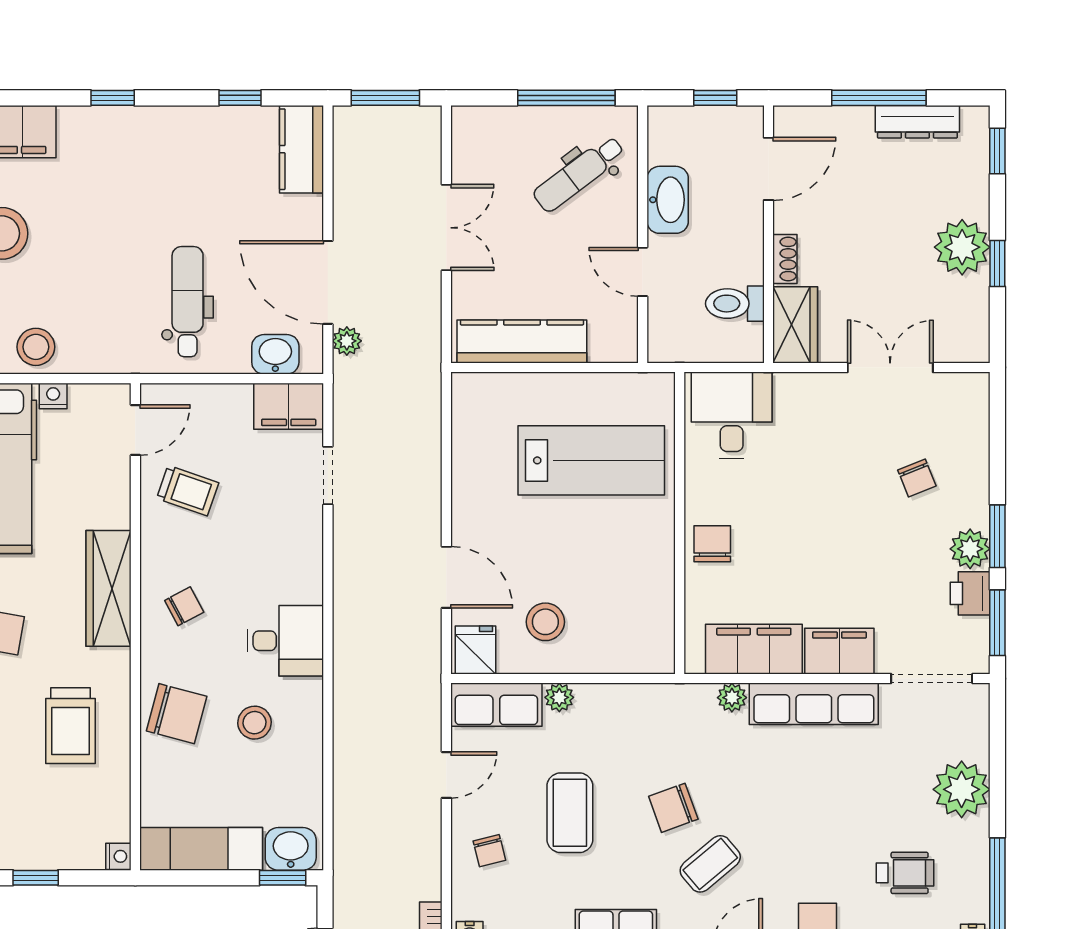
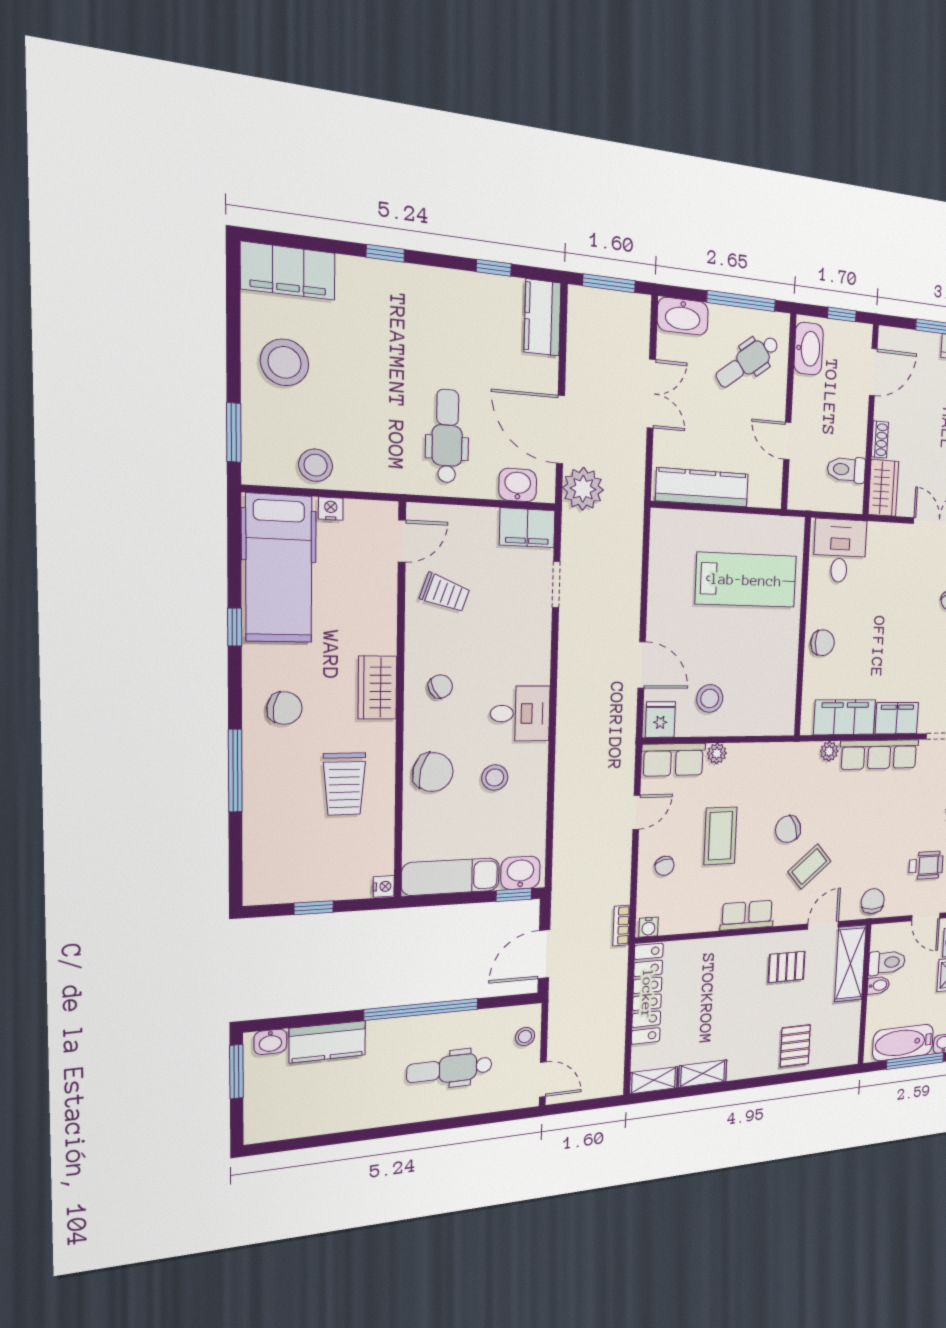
washbasin: (485, 126) -> (683, 316), added
washbasin: (668, 200) -> (809, 349), moved
plant: (347, 341) -> (583, 489), width x1.88, depth x1.88
chair: (712, 544) -> (823, 643), turned 90
wardrobe: (108, 588) -> (377, 688), width x0.67

